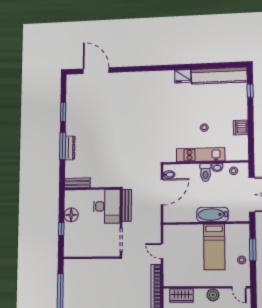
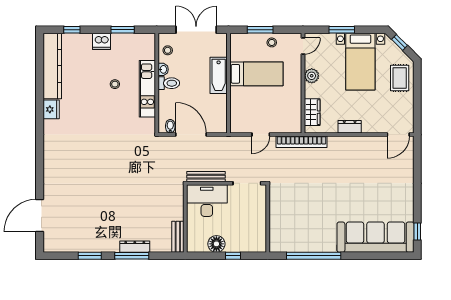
dishwasher: (241, 127) -> (101, 41), moved
window: (251, 133) -> (123, 30), added

